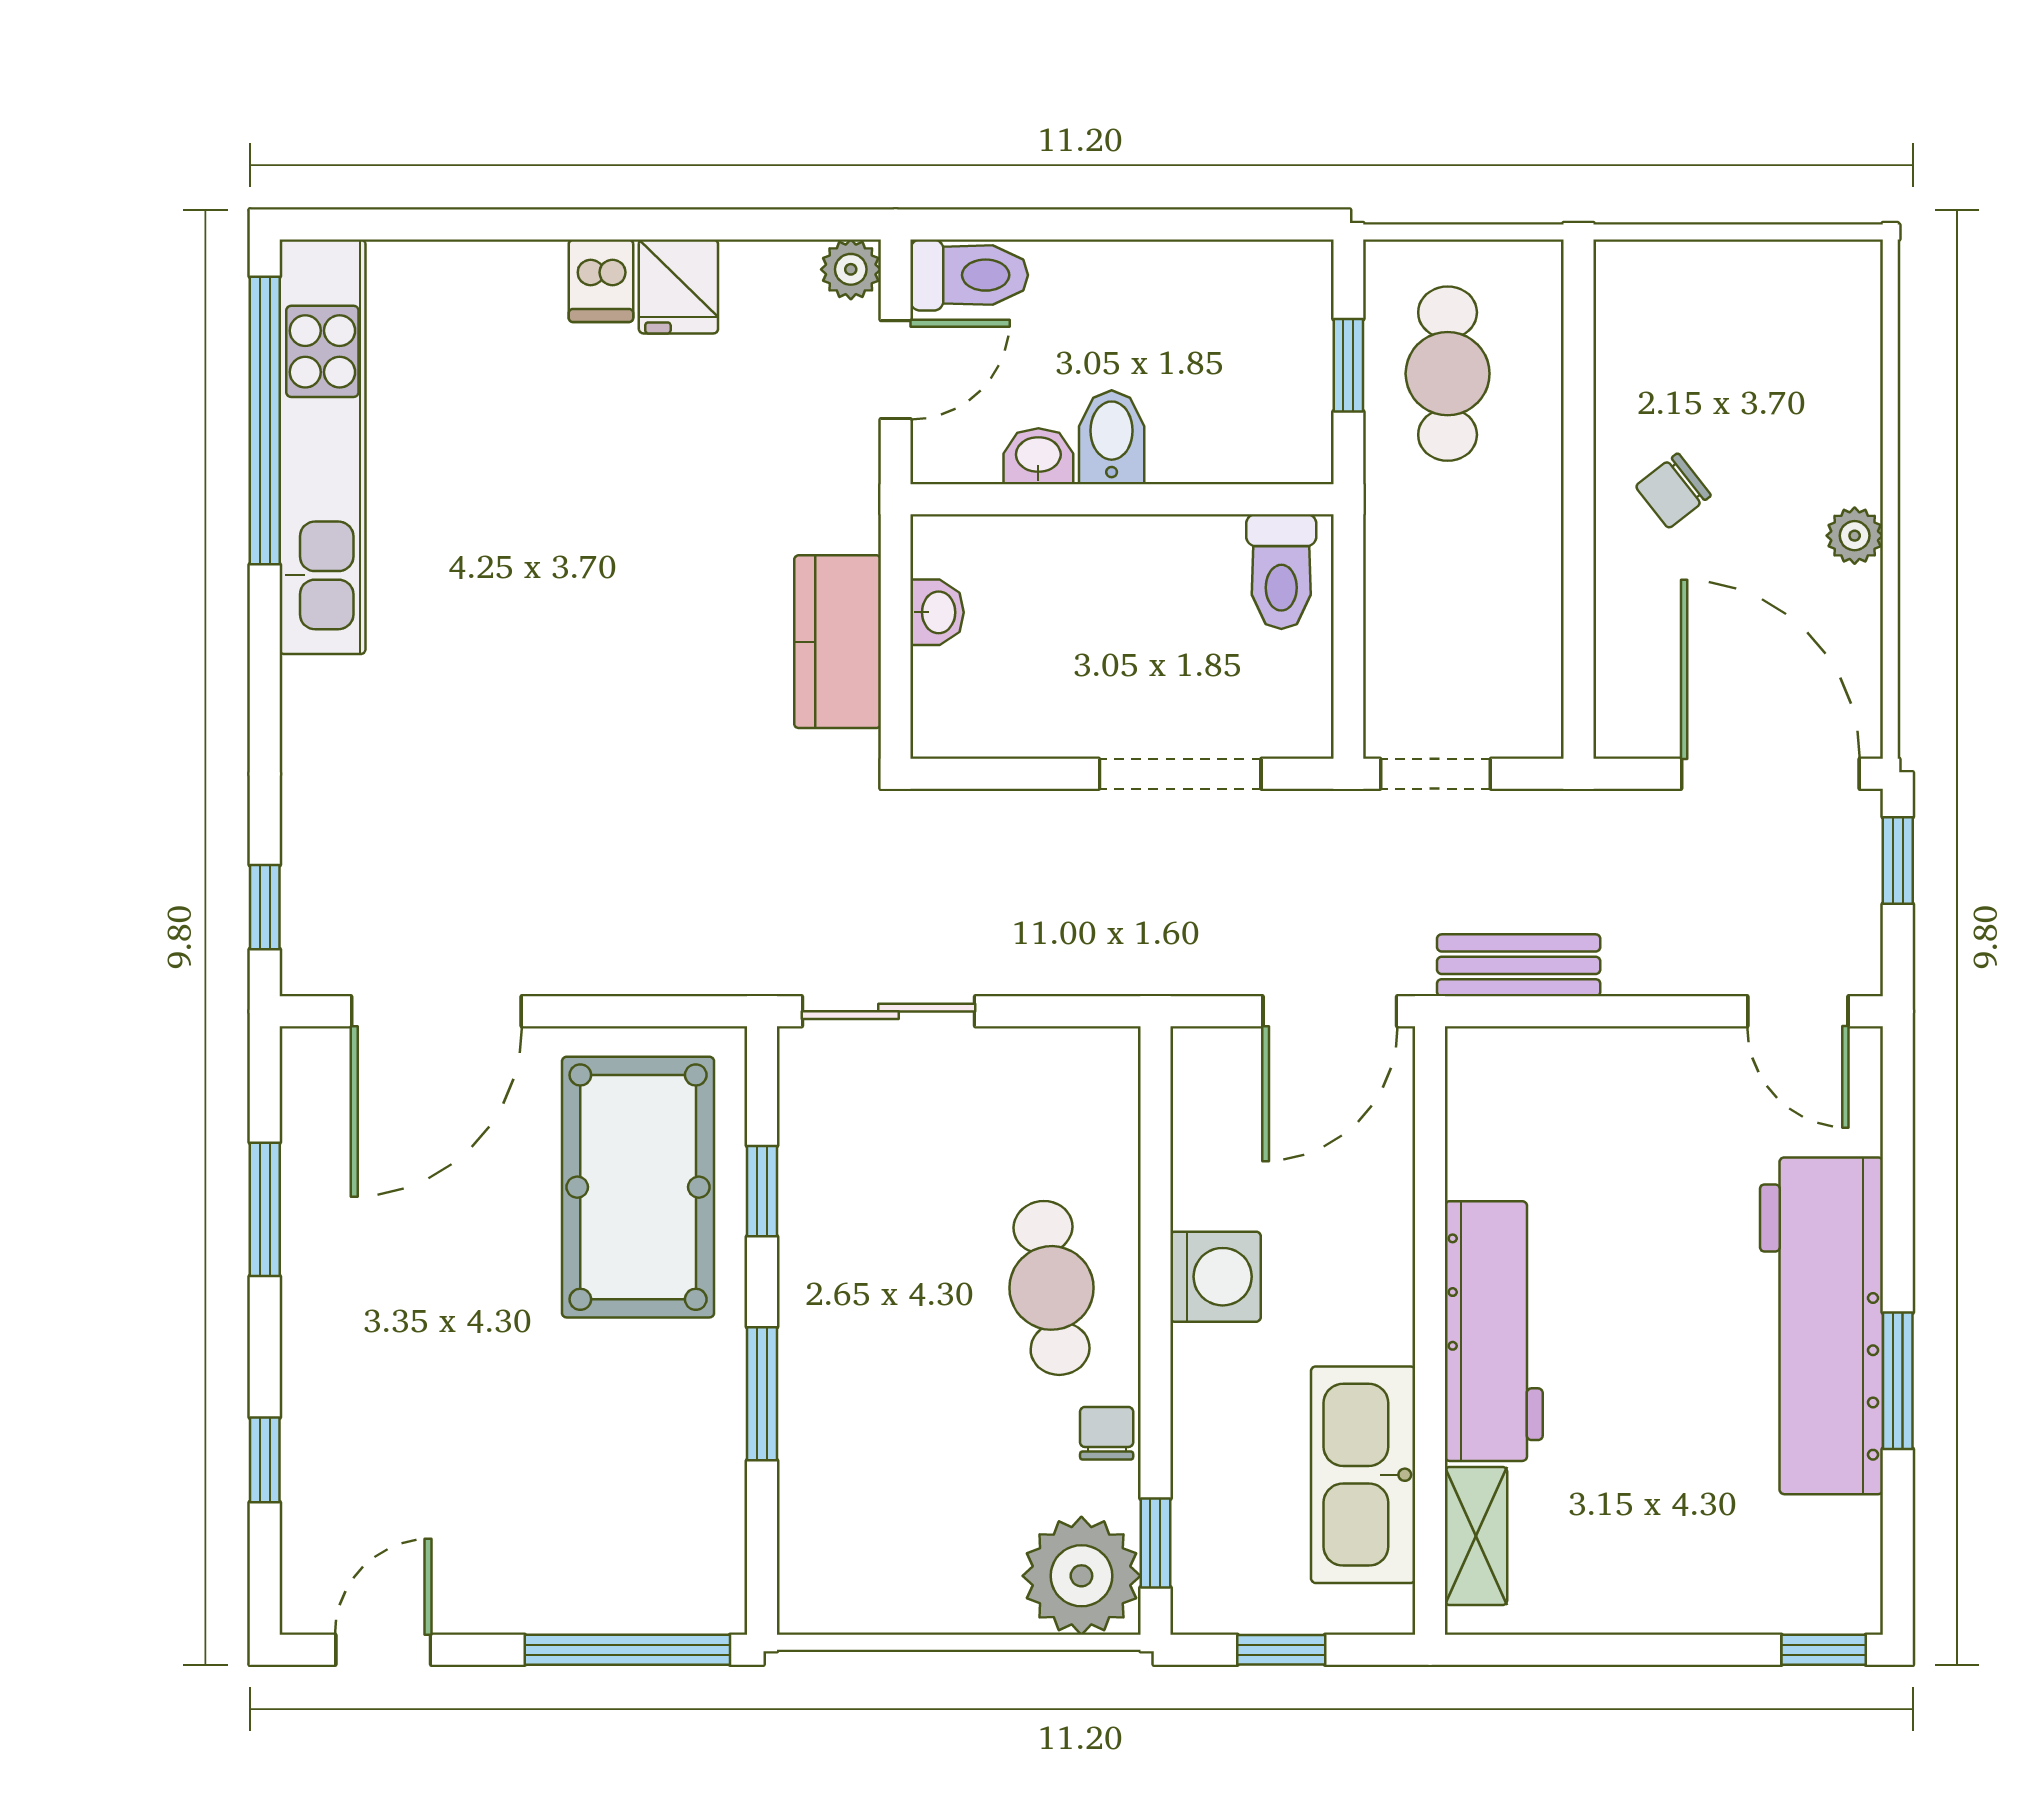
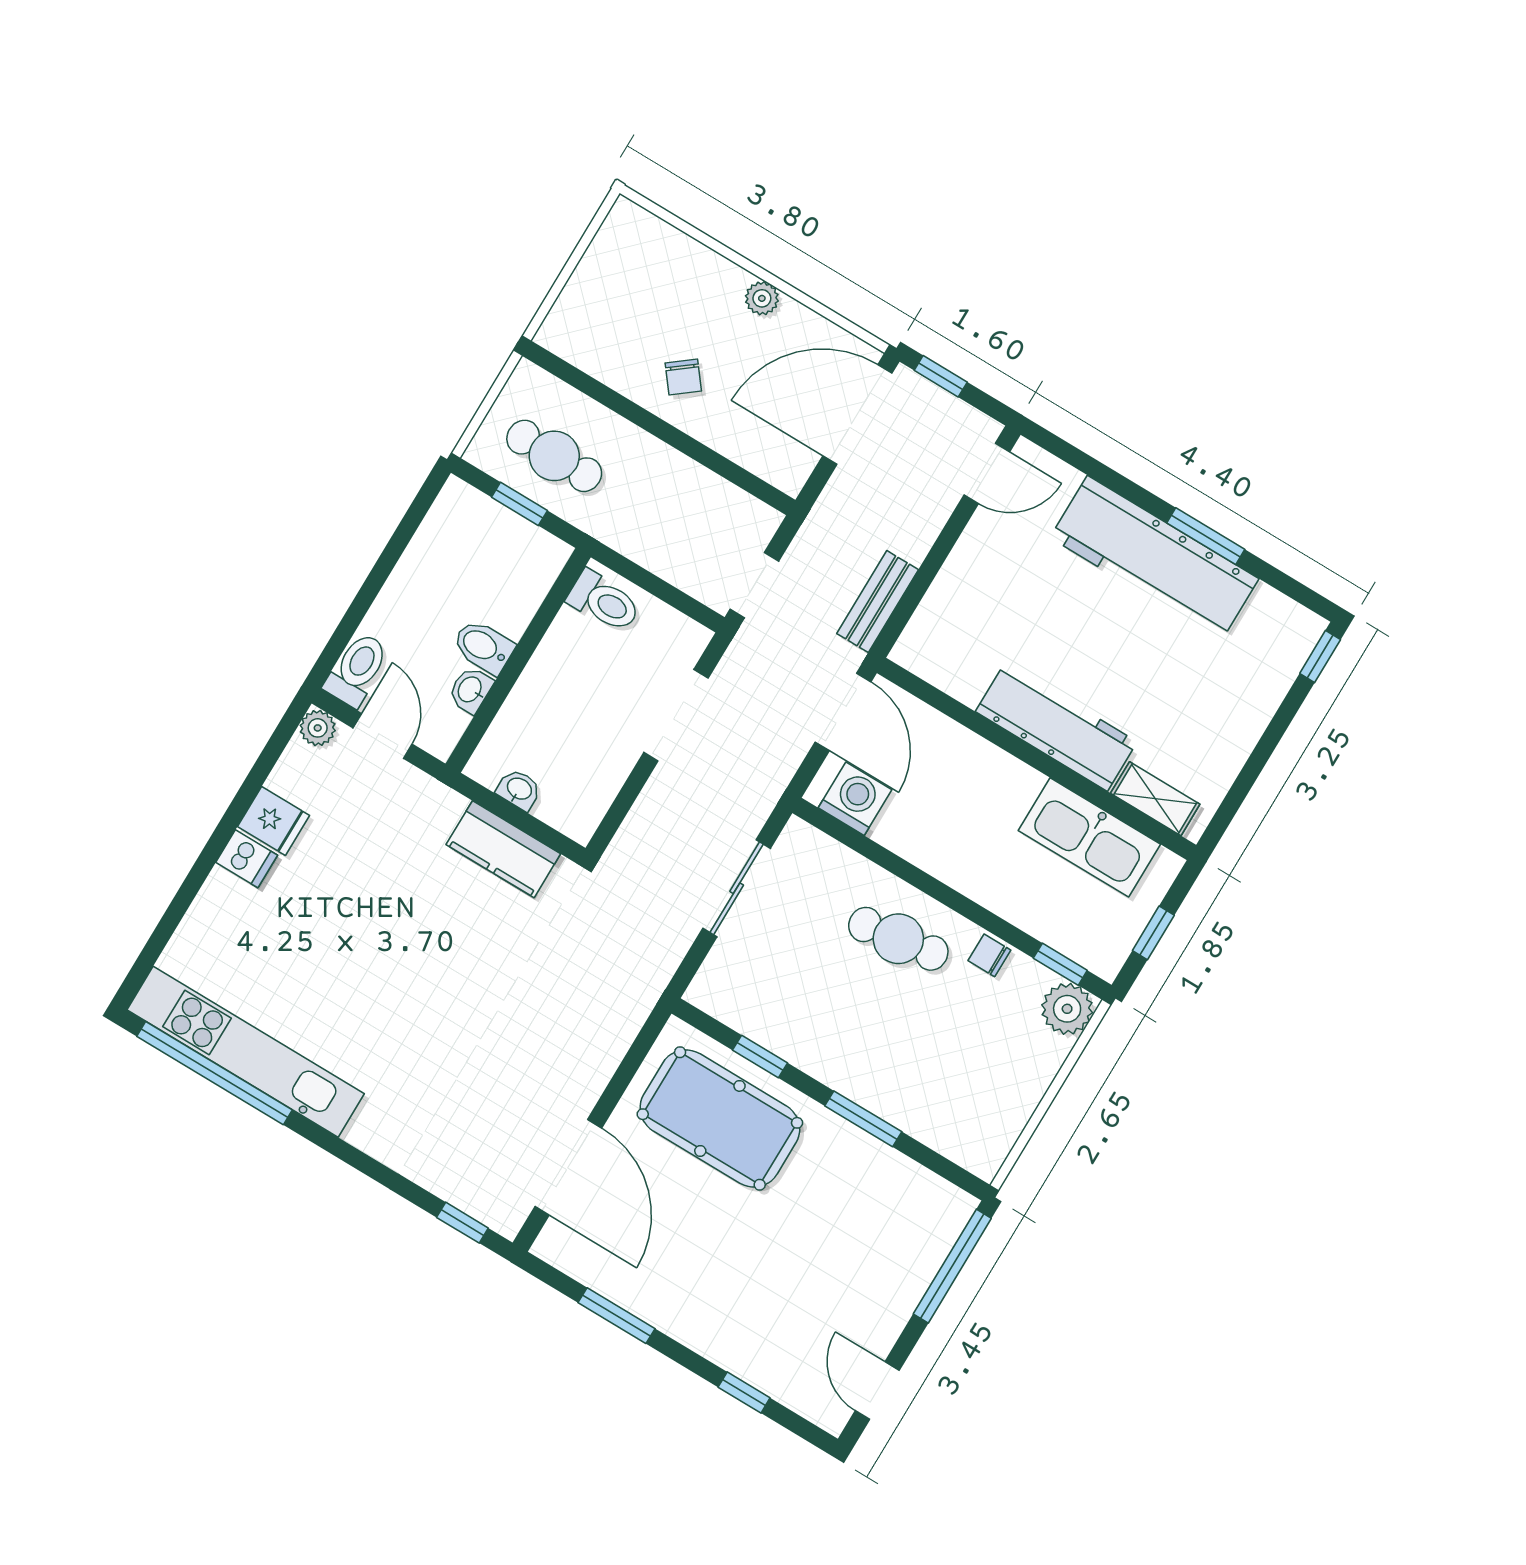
sliding door: (888, 1011) -> (737, 888), moved
washing machine: (1215, 1277) -> (855, 799), moved
plant: (1081, 1576) -> (1067, 1009), width x0.73, depth x0.73

